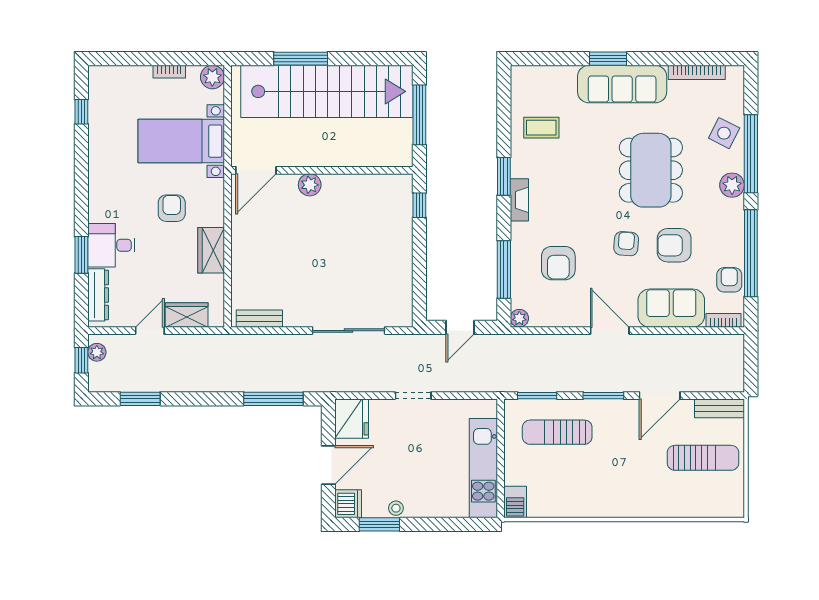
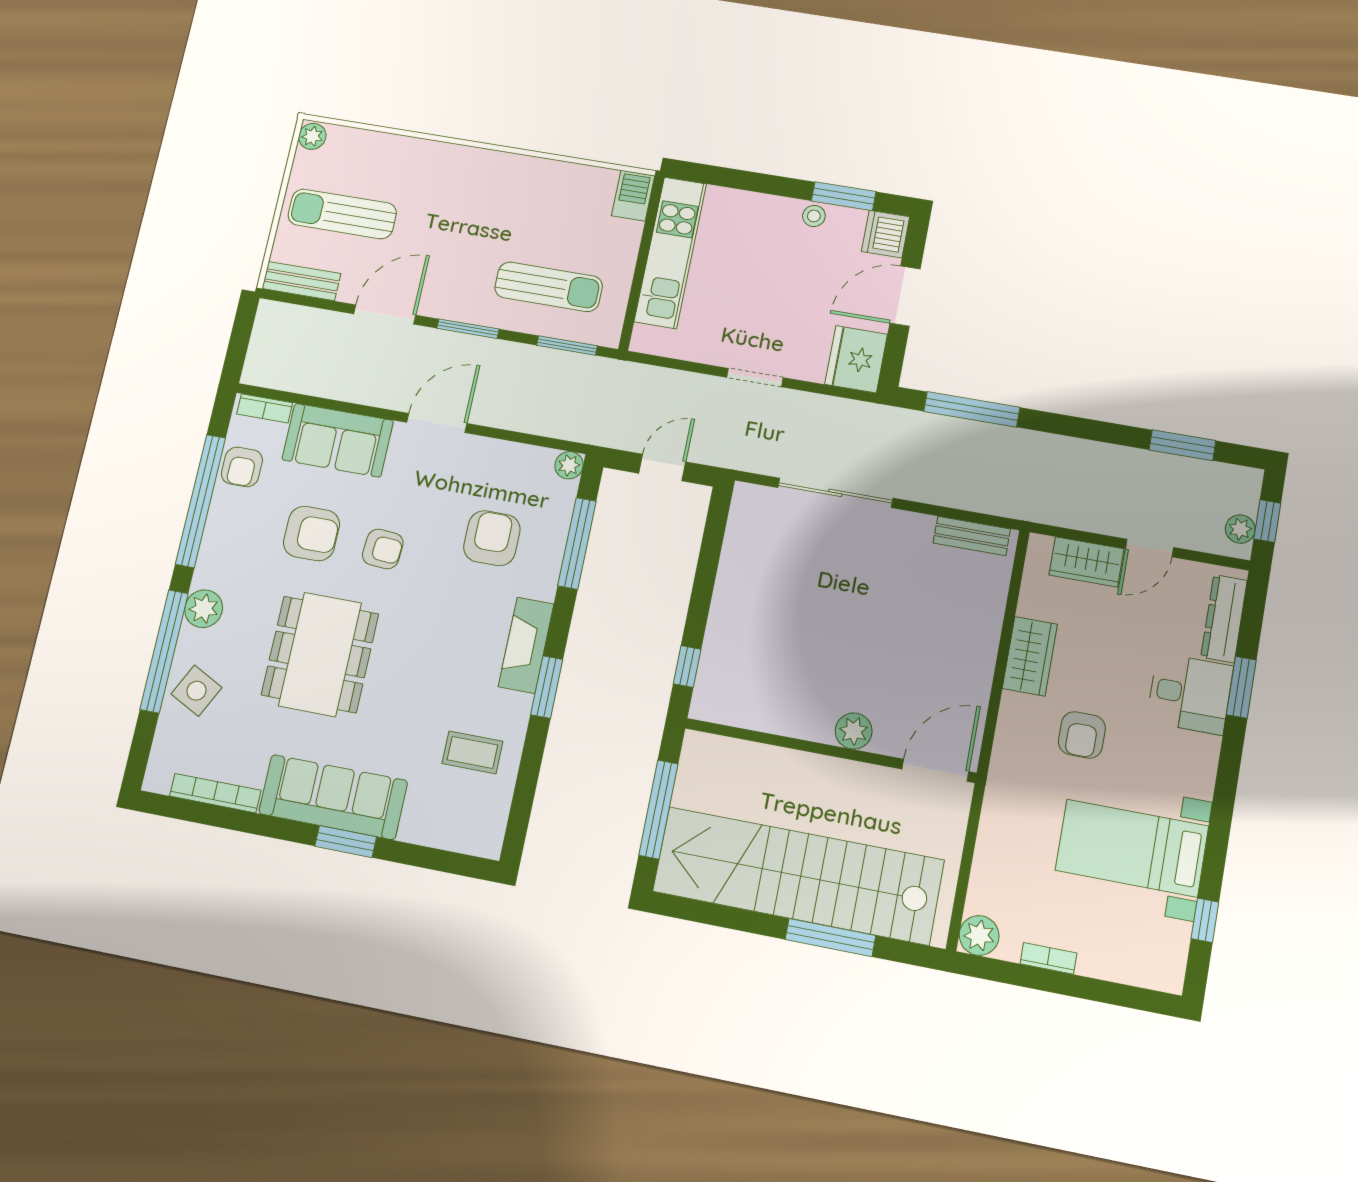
bed with nightstands: (181, 141) -> (1132, 848), moved, turned 180
fireplace: (519, 200) -> (526, 645), width x1.37, depth x1.32
armchair: (626, 244) -> (383, 549), turned -90
door: (610, 331) -> (437, 423), swing flipped
plant: (735, 507) -> (312, 136), added

